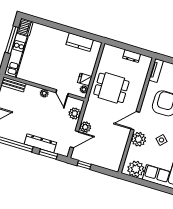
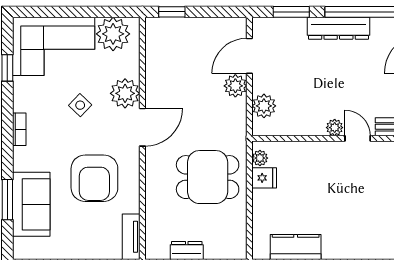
door: (62, 93) -> (358, 138), moved
dresser: (40, 143) -> (338, 28), moved
window: (84, 165) -> (172, 12), moved

